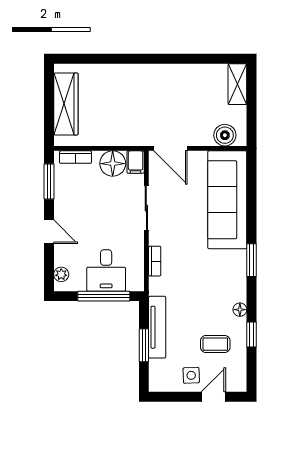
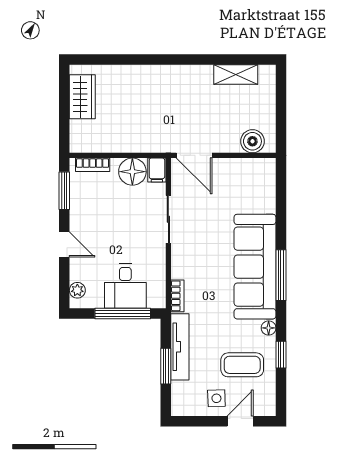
shelving: (237, 84) -> (236, 75), moved, turned 90
wardrobe: (66, 104) -> (82, 97), width x0.67
sofa: (227, 200) -> (255, 267), moved
window: (252, 260) -> (281, 275), width x1.44
bookcase: (155, 261) -> (177, 296), moved
coffee table: (215, 344) -> (242, 365), width x1.36, depth x1.30

